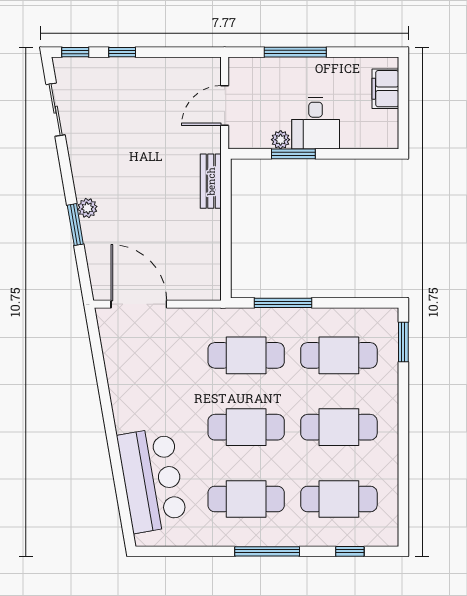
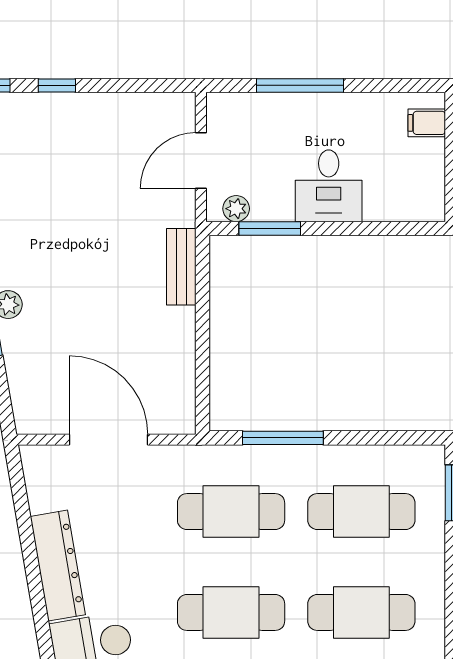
filing cabinet: (385, 89) -> (427, 123), width x0.50
plant: (281, 140) -> (236, 209), moved
window: (293, 154) -> (270, 228), moved
door: (139, 304) -> (109, 440), moved
dresser: (123, 394) -> (58, 566), added

